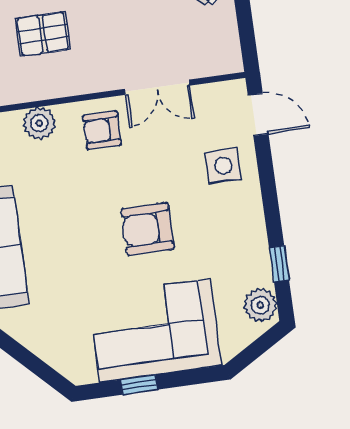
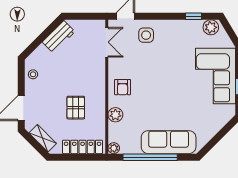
double door: (157, 87) -> (107, 42), moved
armchair: (148, 229) -> (170, 73), removed

